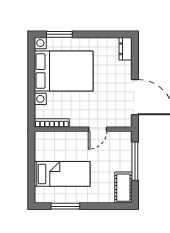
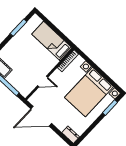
door: (98, 129) -> (43, 81), swing flipped
bed: (62, 174) -> (52, 41), moved, turned 90

